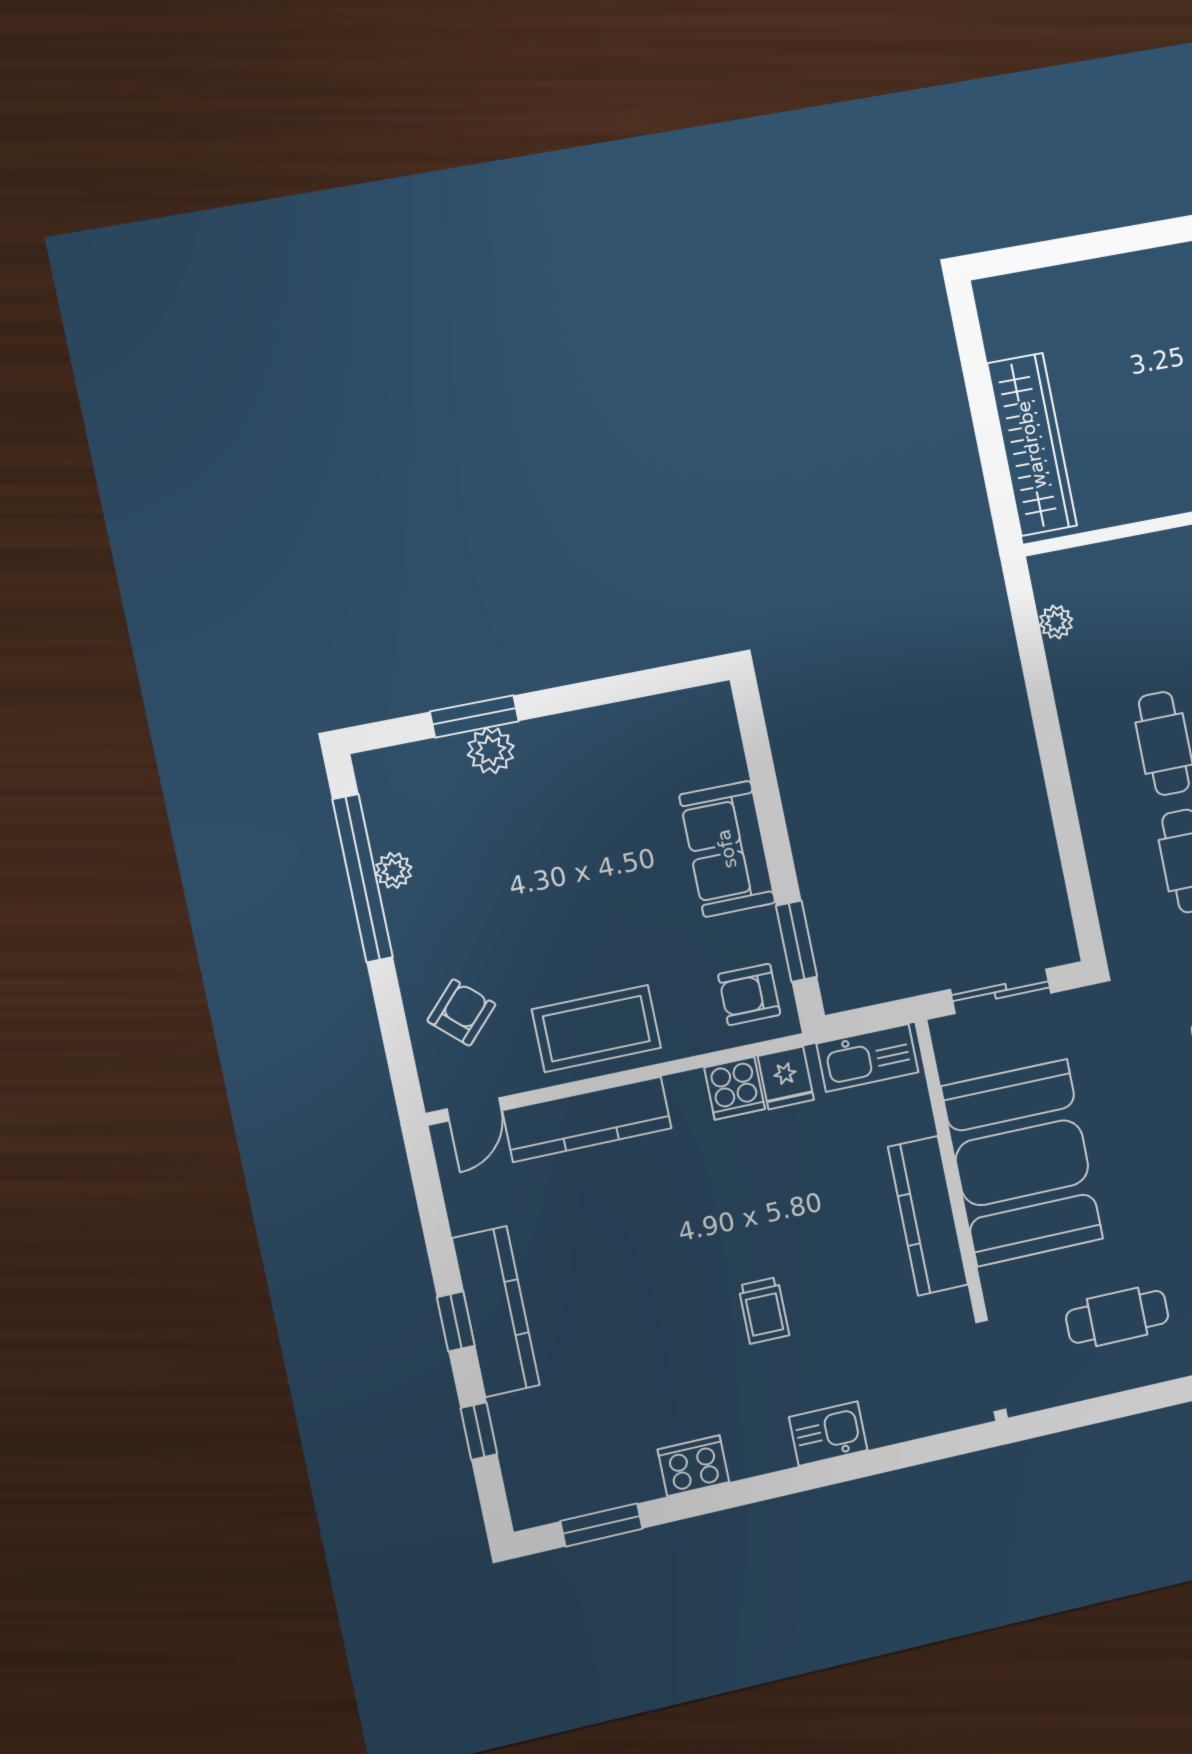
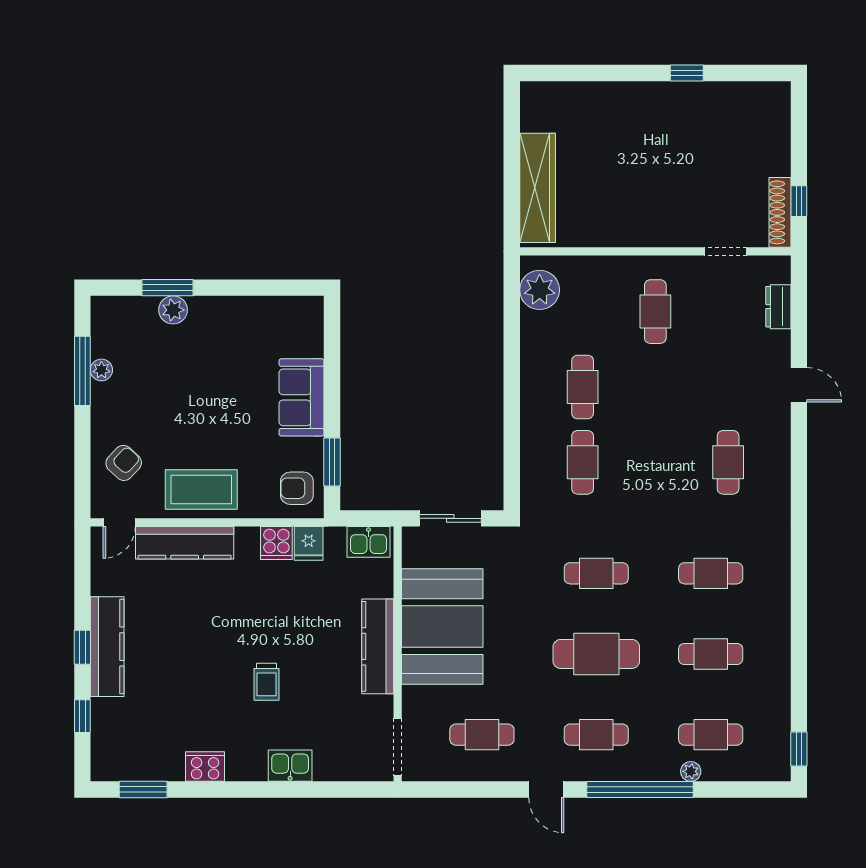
plant: (1056, 622) -> (540, 290), width x1.87, depth x1.87
window: (363, 878) -> (82, 371), width x0.68
kitchen sink: (867, 1058) -> (369, 542), width x0.73

